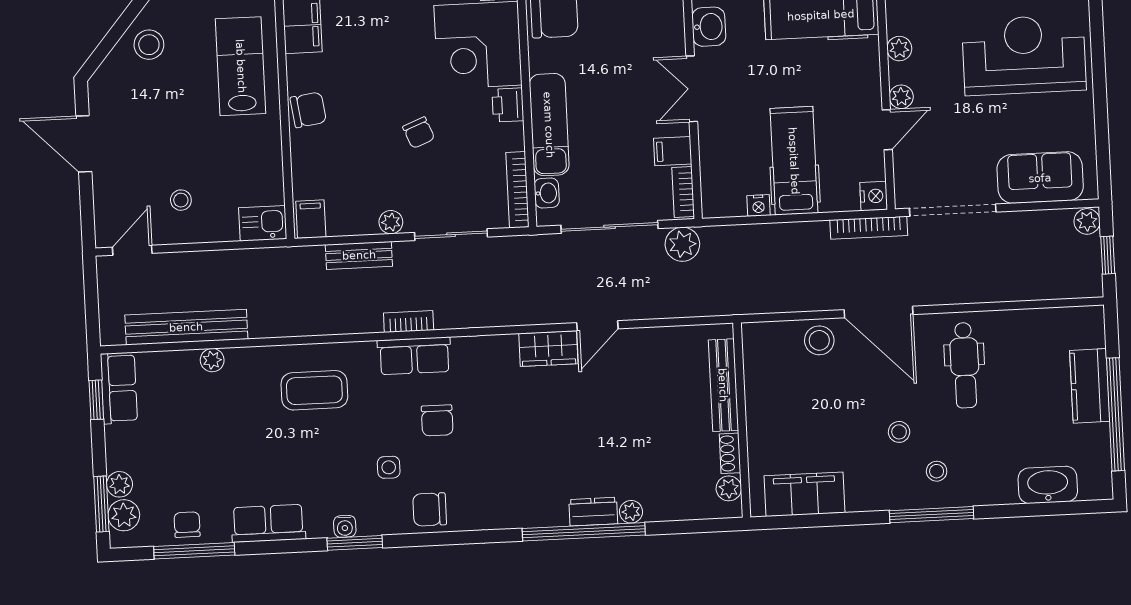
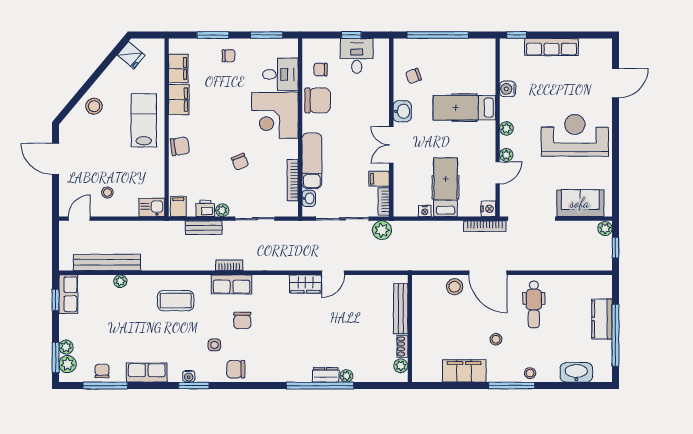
printer: (508, 105) -> (205, 208), moved, turned 90
bookcase: (517, 190) -> (293, 180), moved
stool: (937, 471) -> (530, 373), moved
filing cabinet: (805, 494) -> (464, 371), moved

